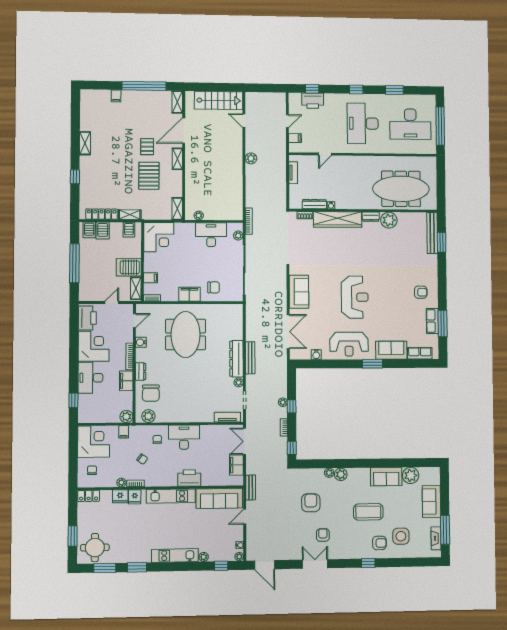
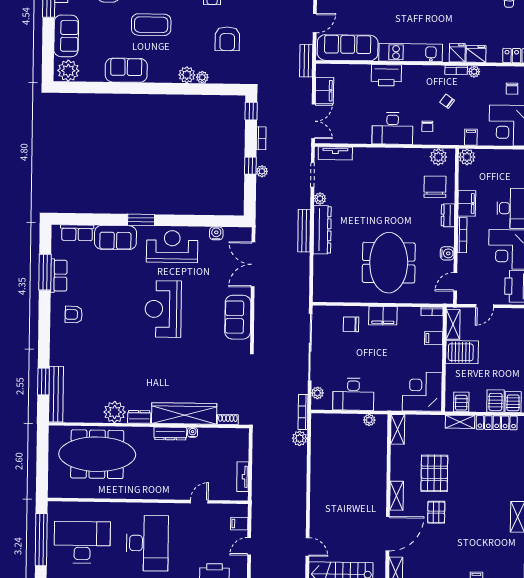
plant: (251, 158) -> (300, 438), moved
dresser: (314, 204) -> (170, 434), moved
plant: (411, 475) -> (68, 71), moved

